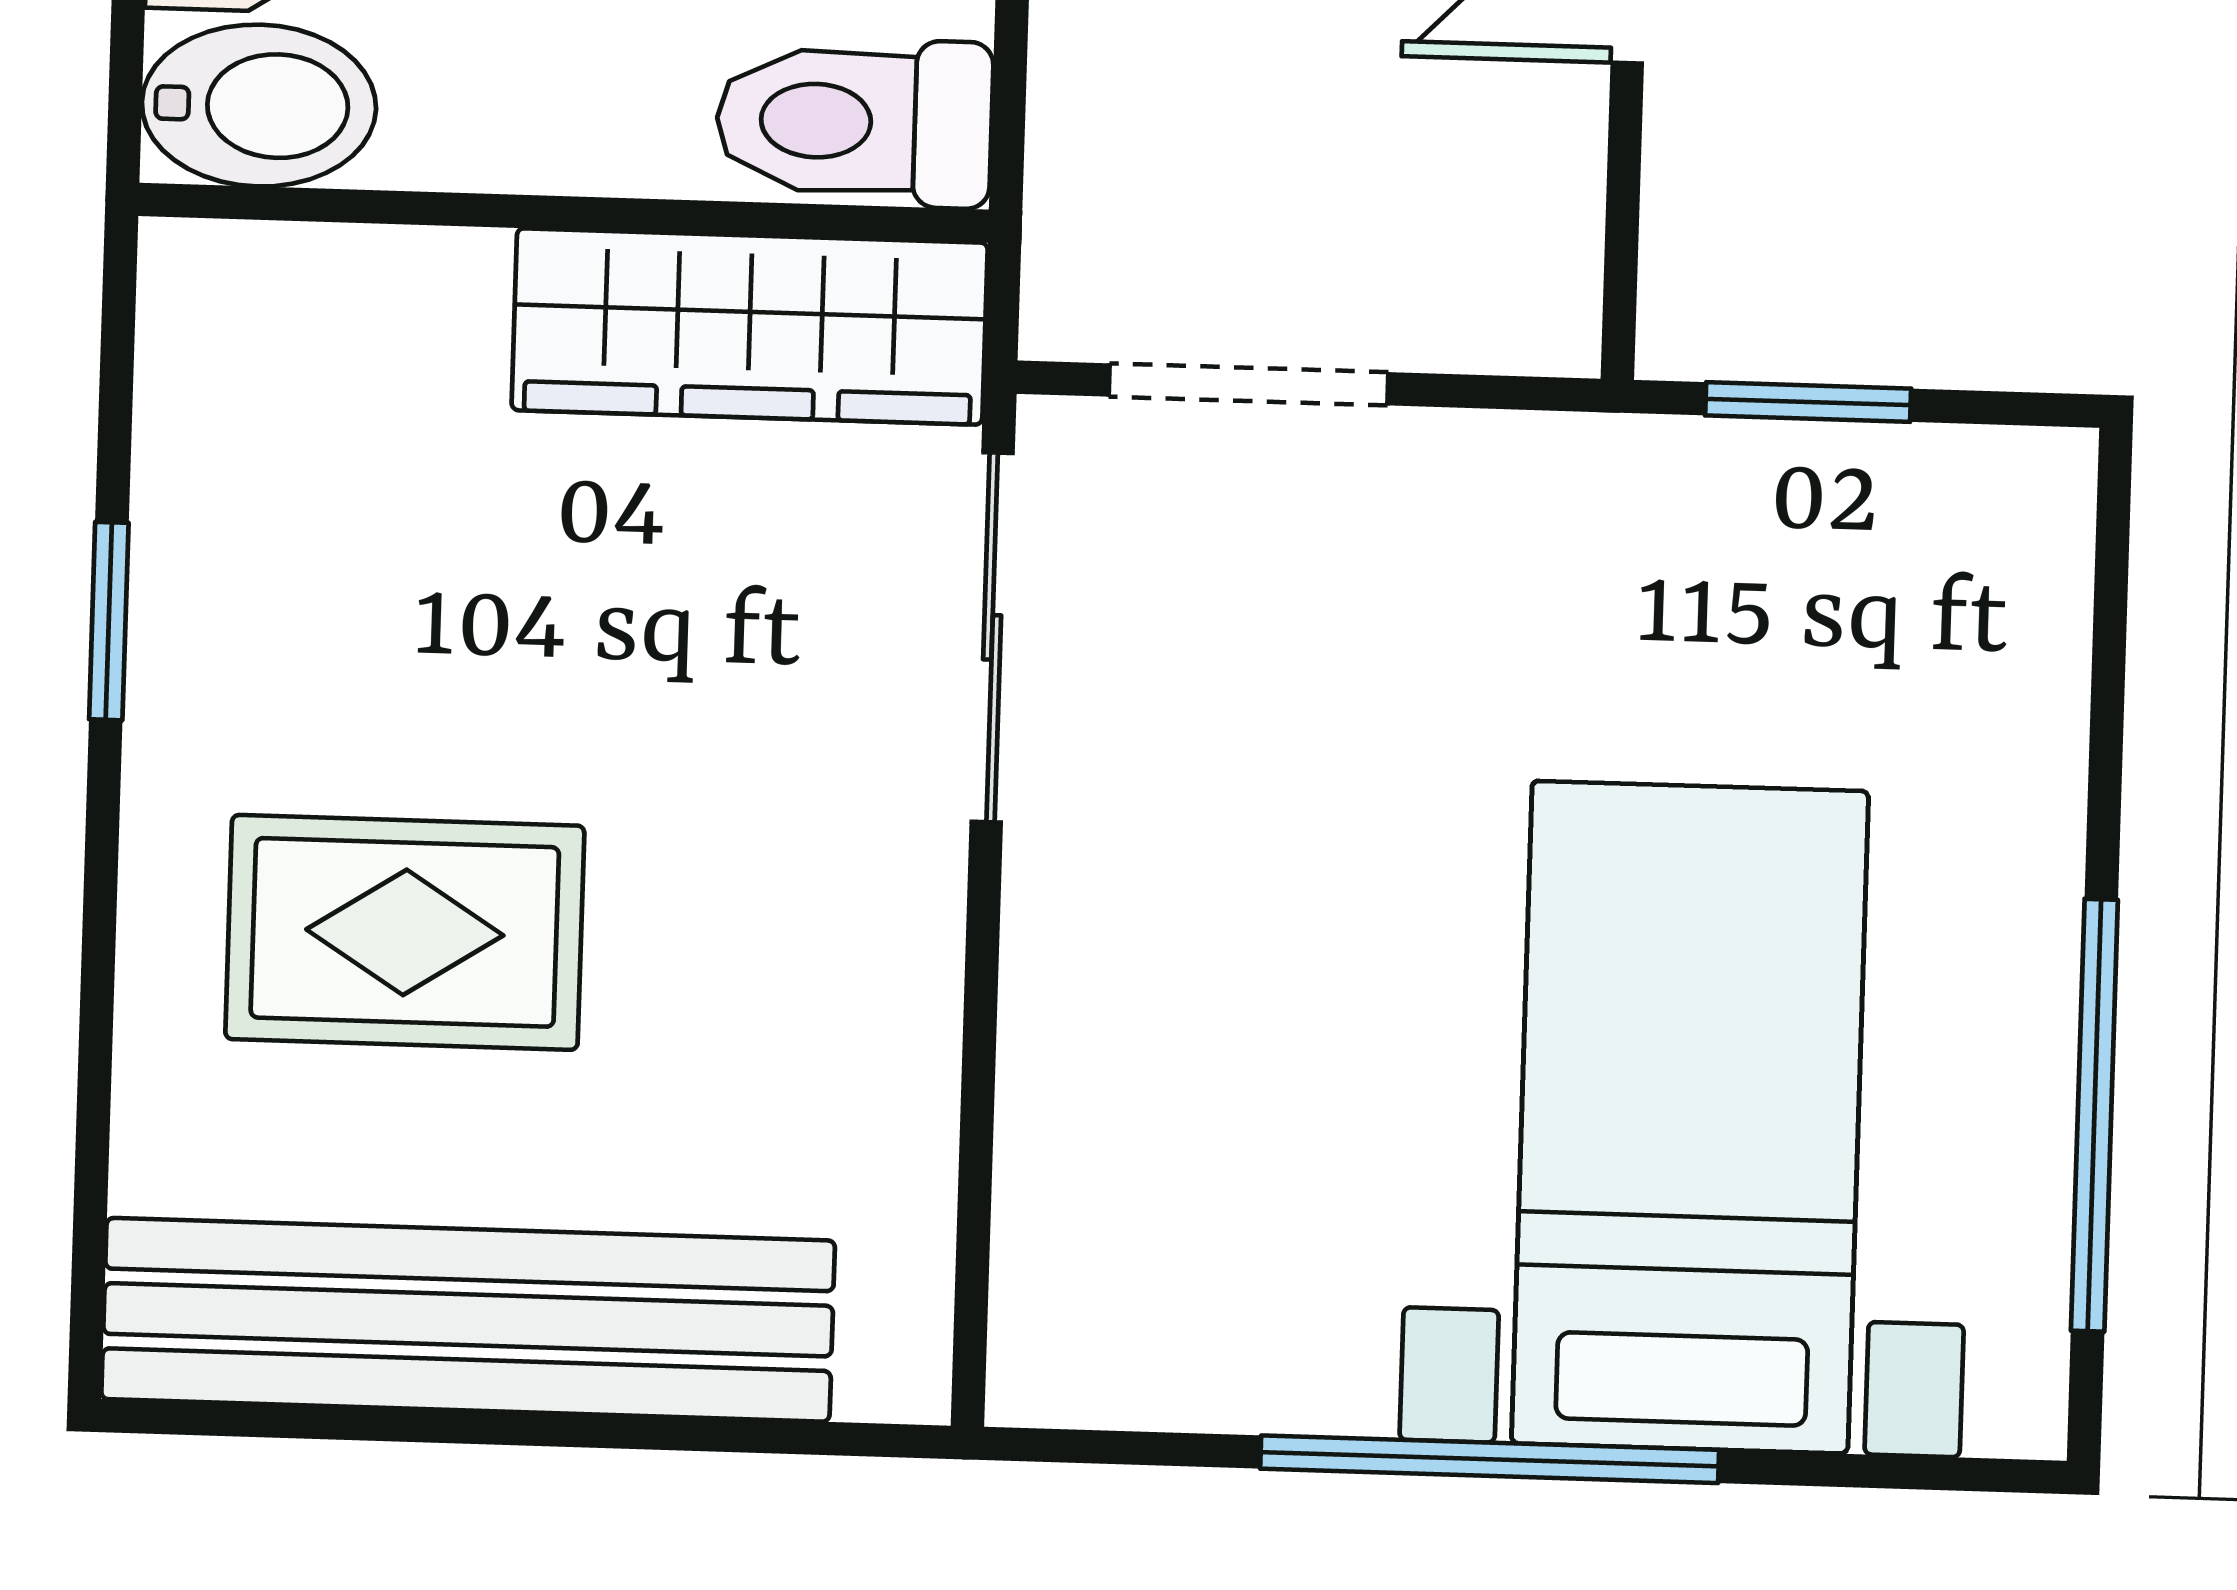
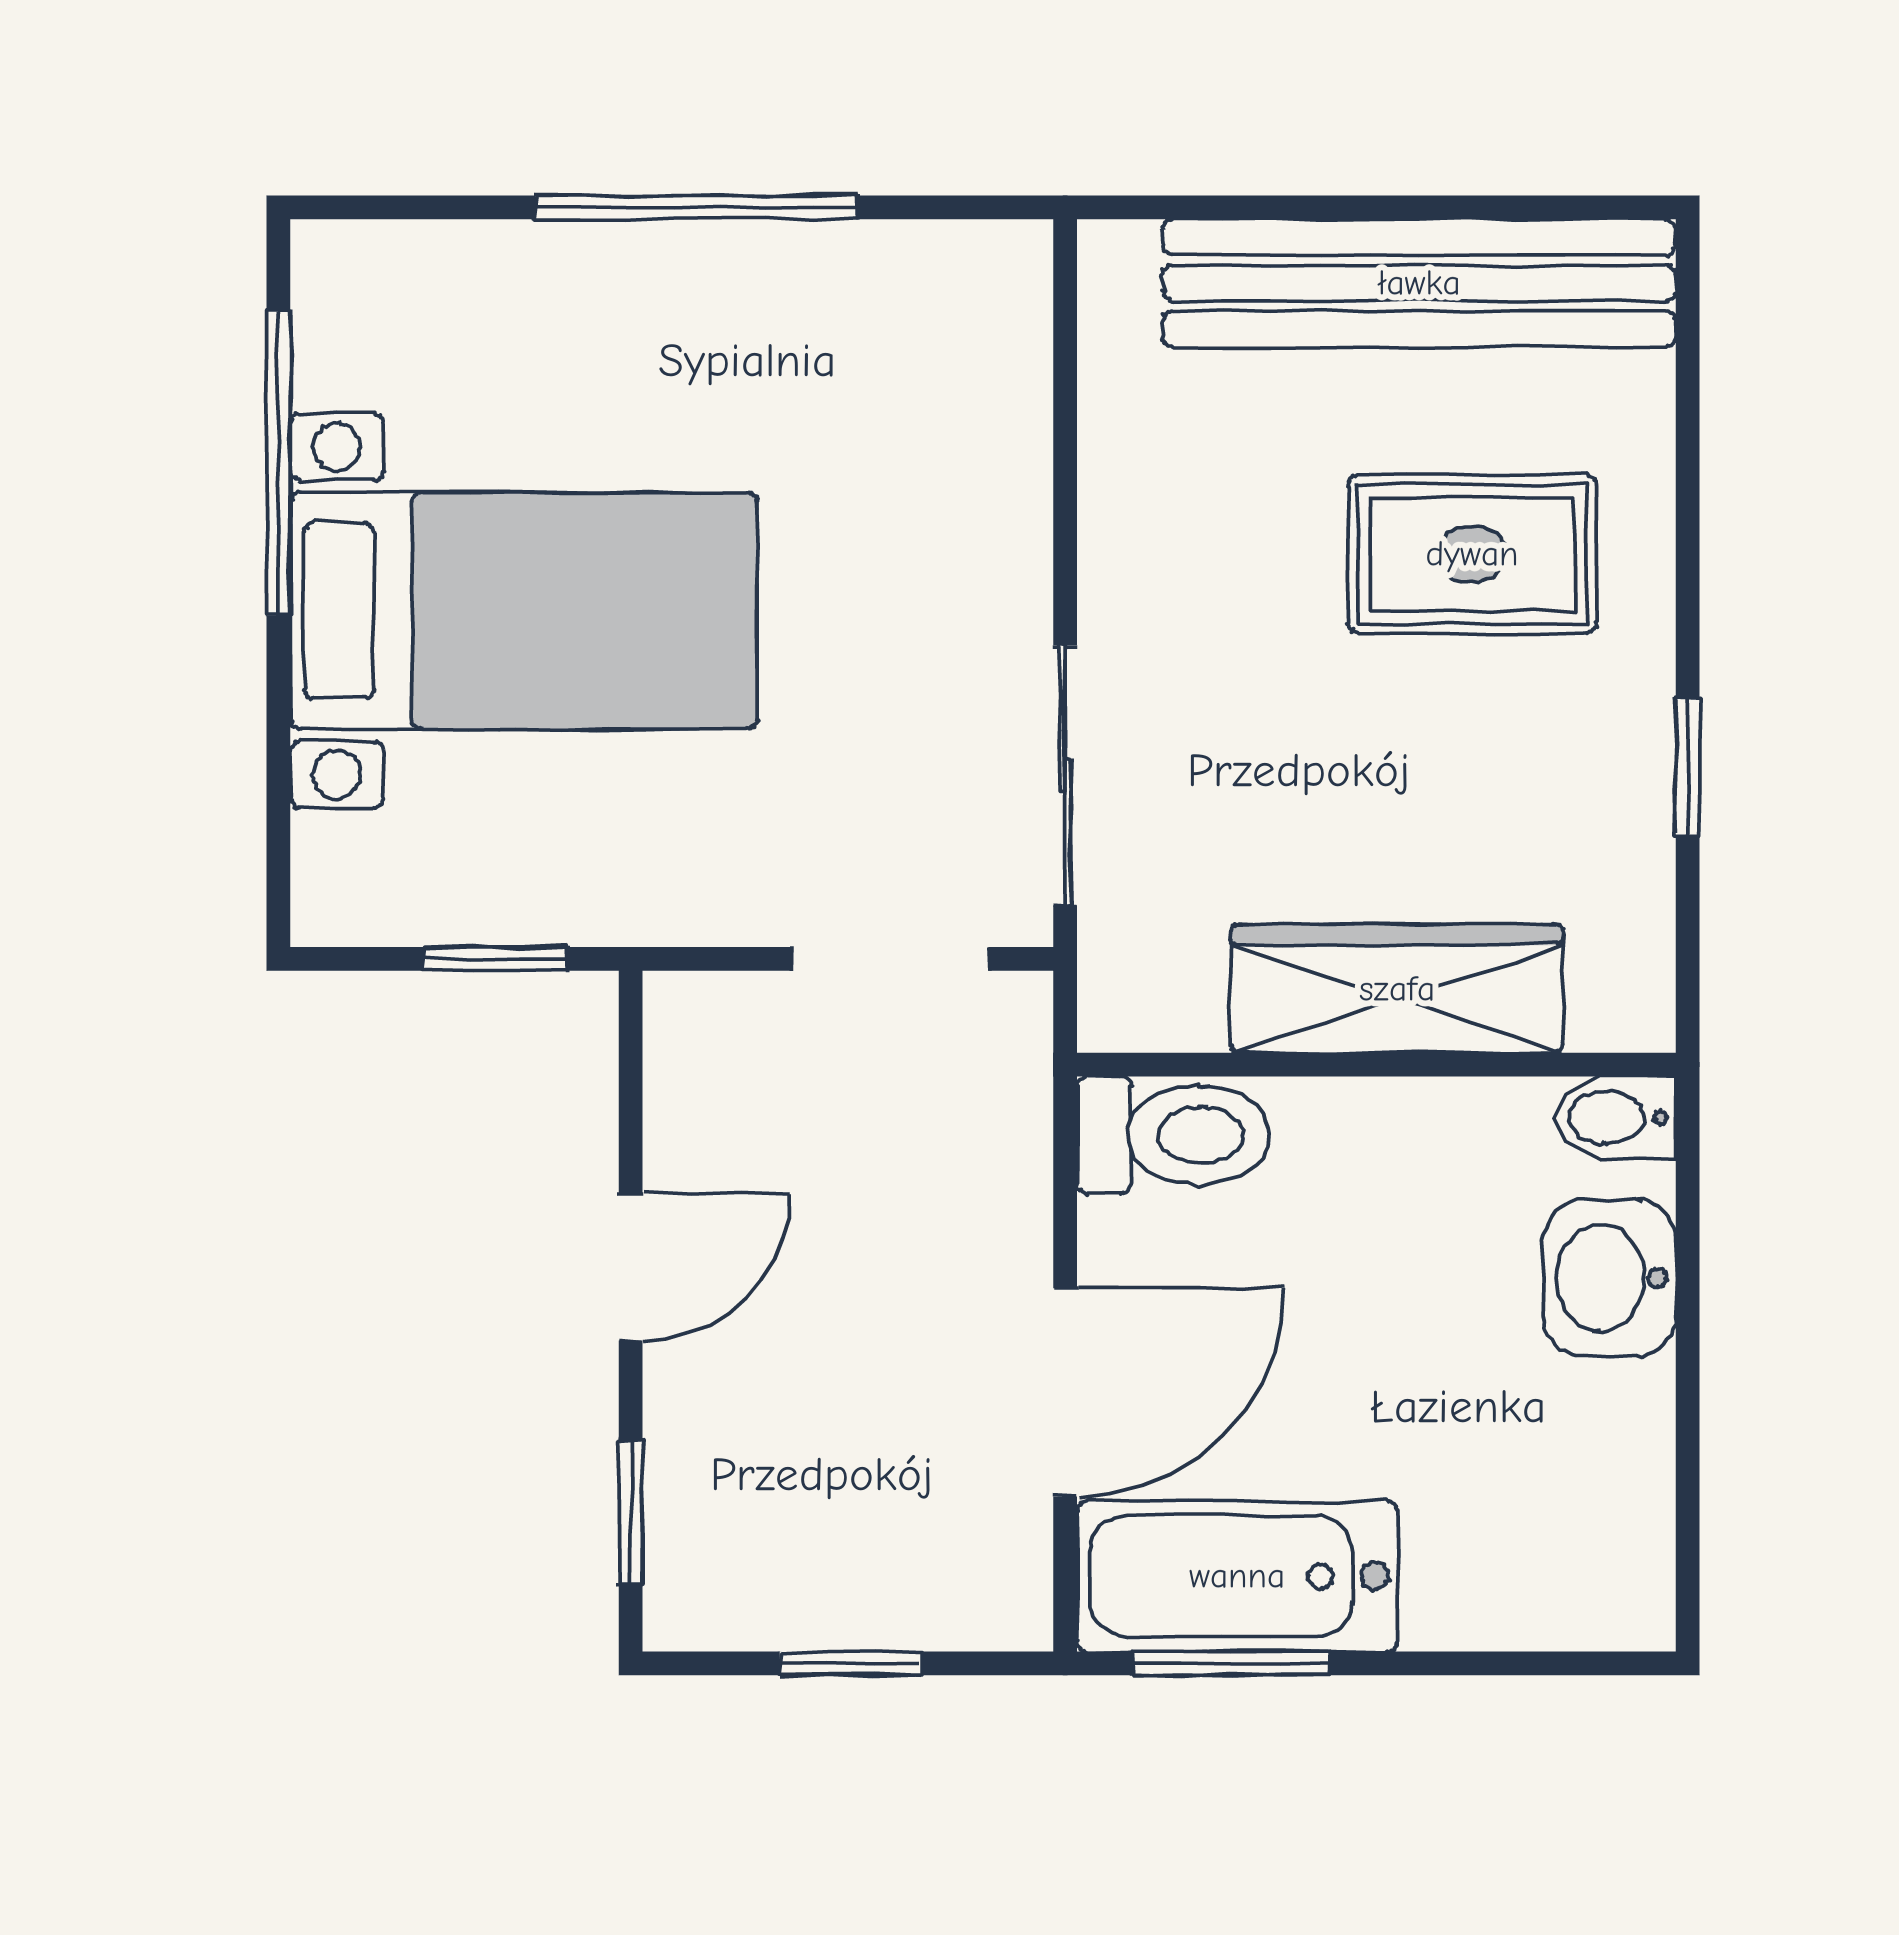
bidet: (259, 106) -> (1615, 1118), width x0.72, depth x0.74
wardrobe: (750, 326) -> (1397, 989), moved
bed with nightstands: (1690, 1117) -> (524, 611), moved, turned -90

